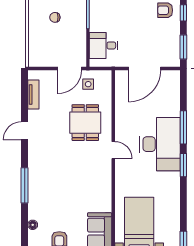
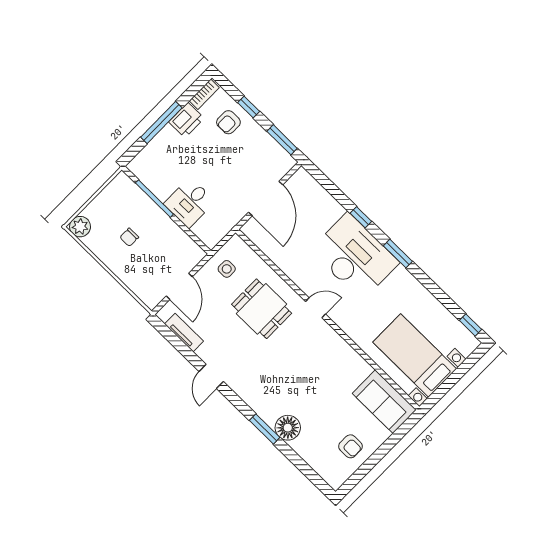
desk: (104, 45) -> (189, 203), moved
door: (70, 68) -> (179, 286), moved
window: (183, 127) -> (361, 217), width x0.46
window: (25, 185) -> (265, 429), width x0.69
floor lamp: (33, 225) -> (288, 428), moved, width x1.89, depth x1.89

